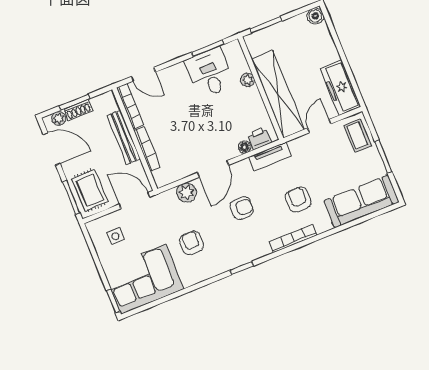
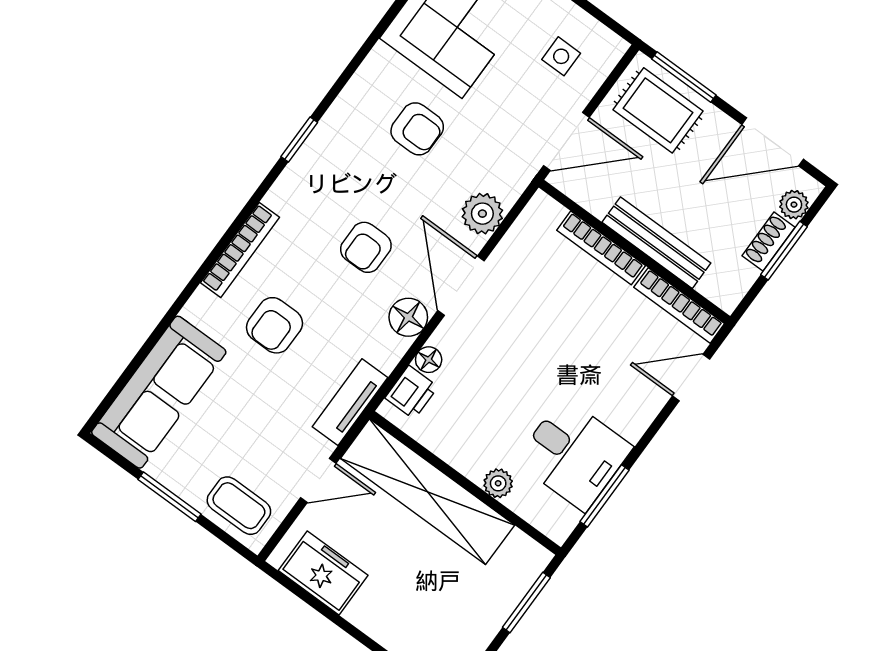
freezer: (340, 87) -> (323, 573), width x0.71
door: (319, 126) -> (318, 481), hinge flipped
tv unit: (270, 156) -> (350, 402), moved
floor lamp: (242, 169) -> (408, 317), added
armchair: (298, 199) -> (274, 325), turned 90

